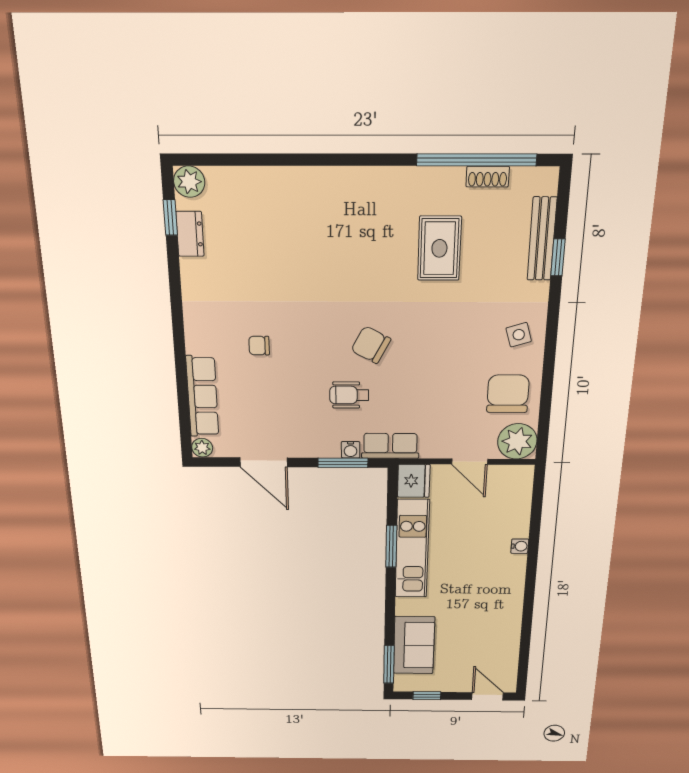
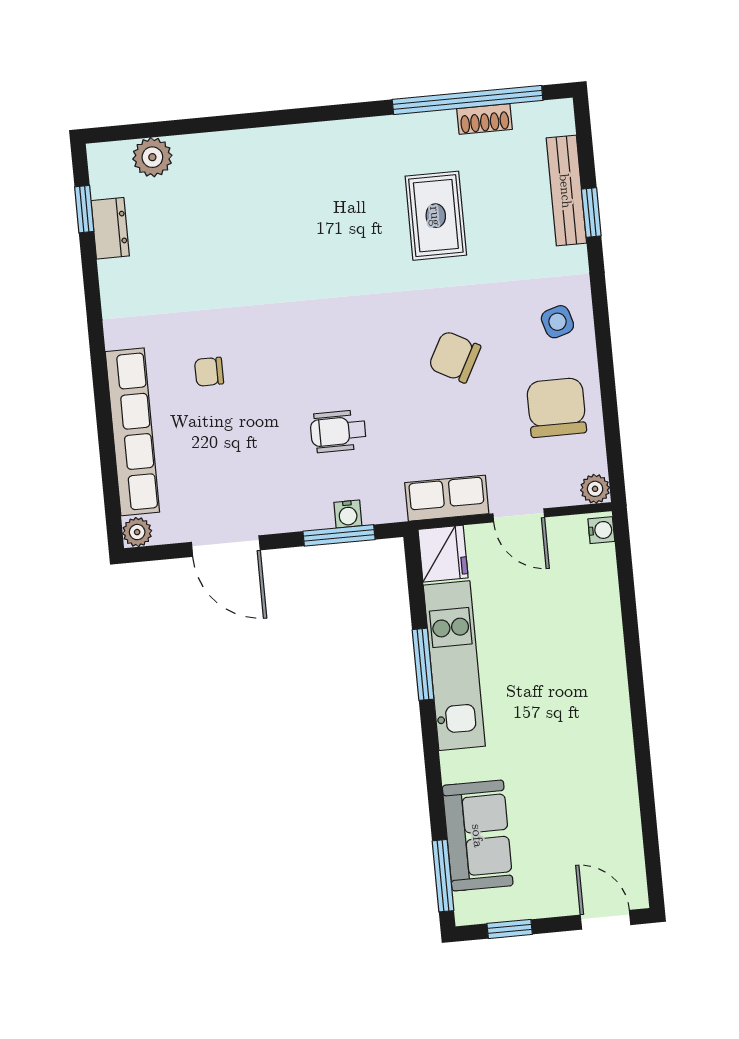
plant: (189, 182) -> (152, 157), moved
chair: (371, 345) -> (455, 357), moved
row of seats: (202, 396) -> (132, 432), width x1.36
plant: (517, 441) -> (595, 489), width x0.53, depth x0.53
row of seats: (390, 446) -> (447, 498), moved
water cooler: (520, 546) -> (601, 530), moved

